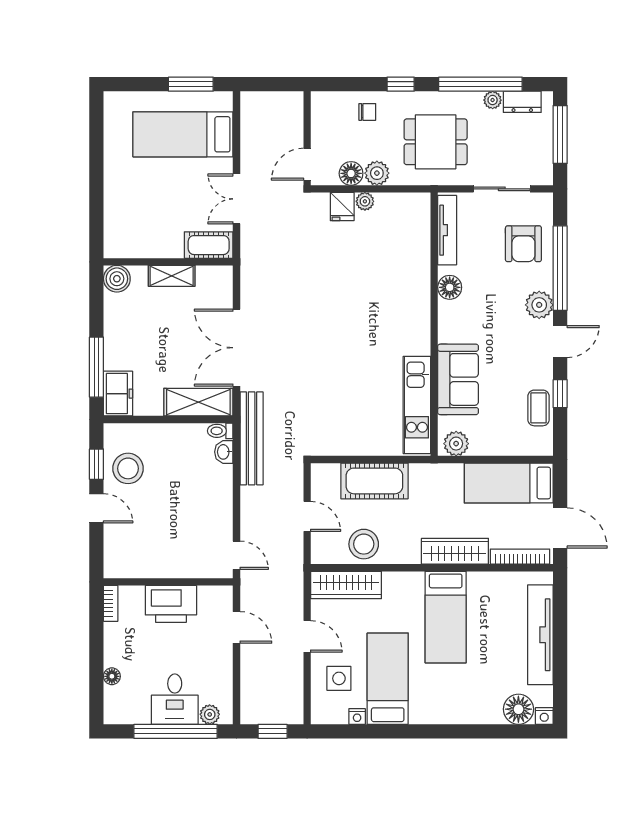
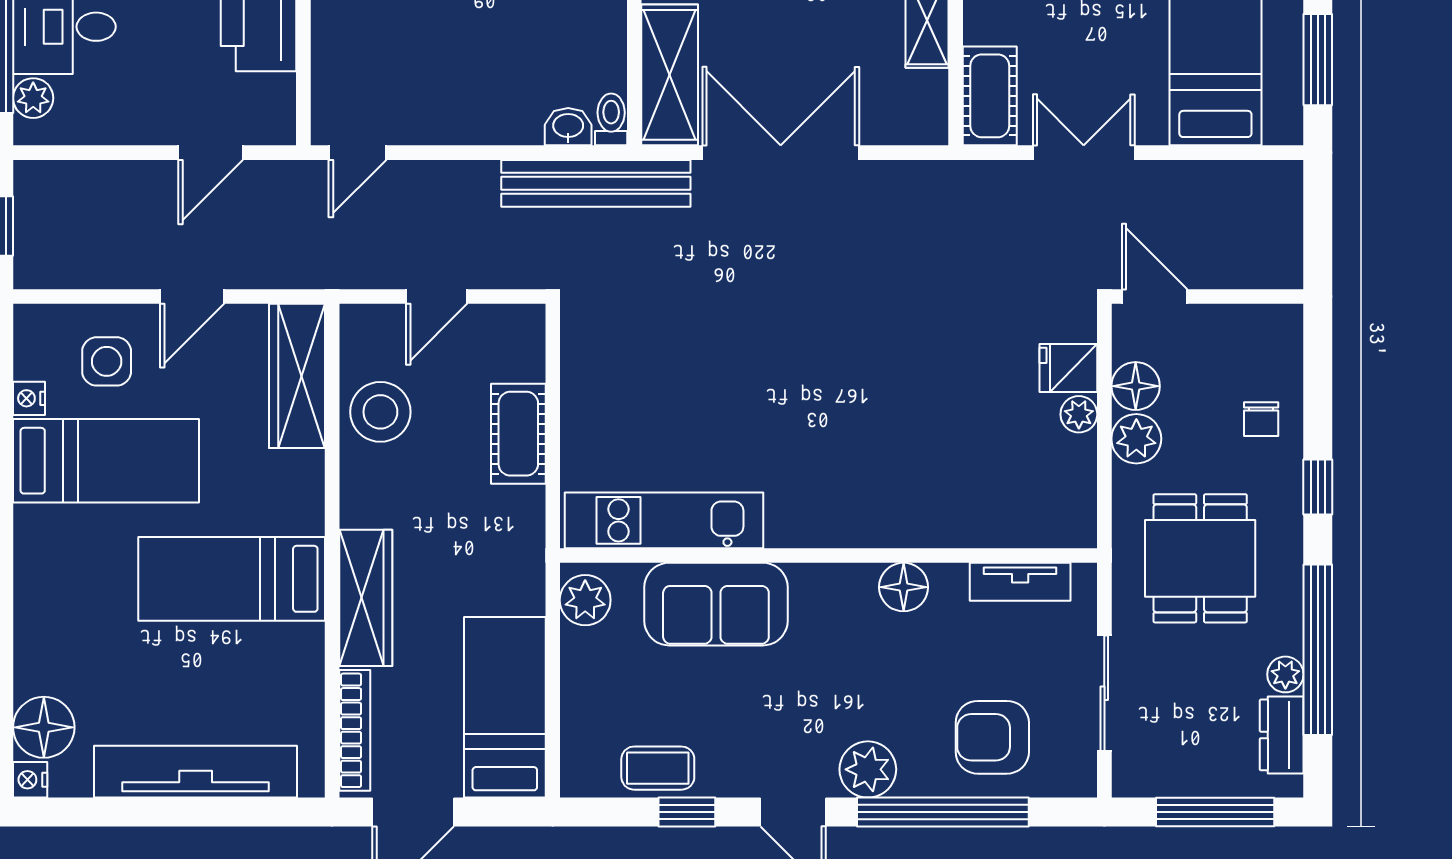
tv unit: (447, 230) -> (1020, 582), width x0.71
cot: (374, 481) -> (518, 434), width x0.73, depth x0.75

